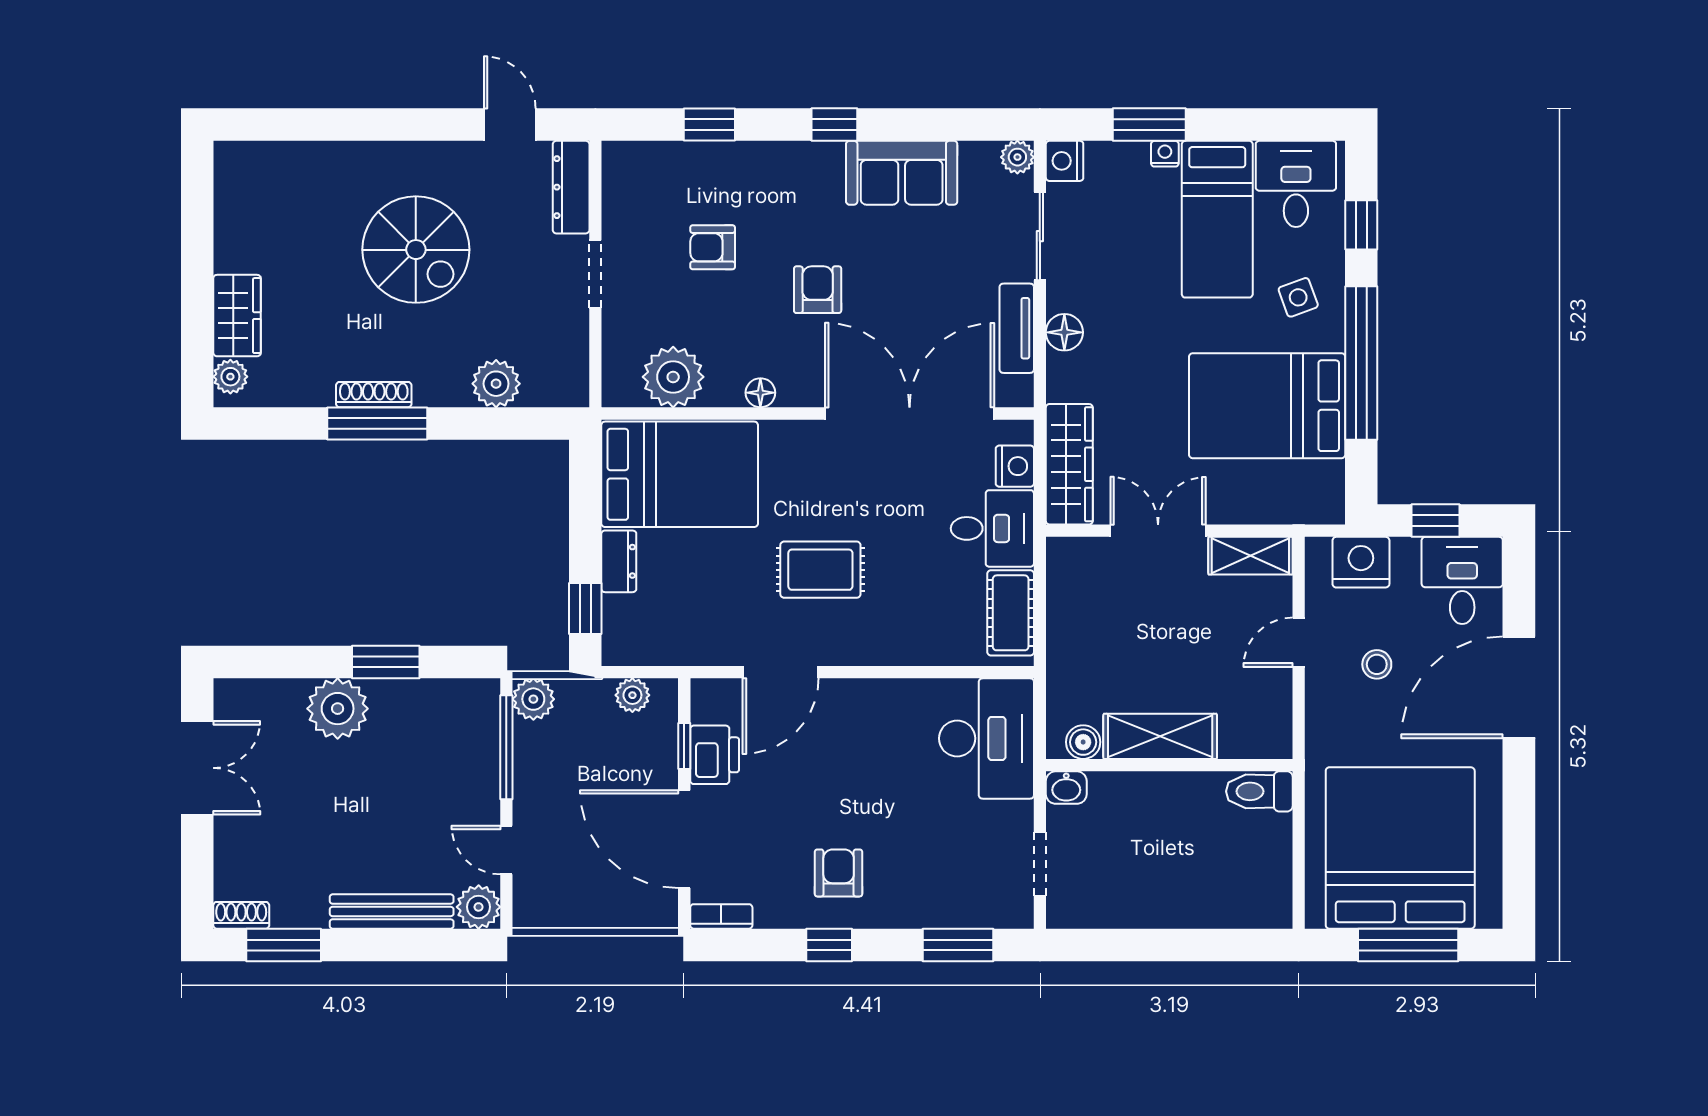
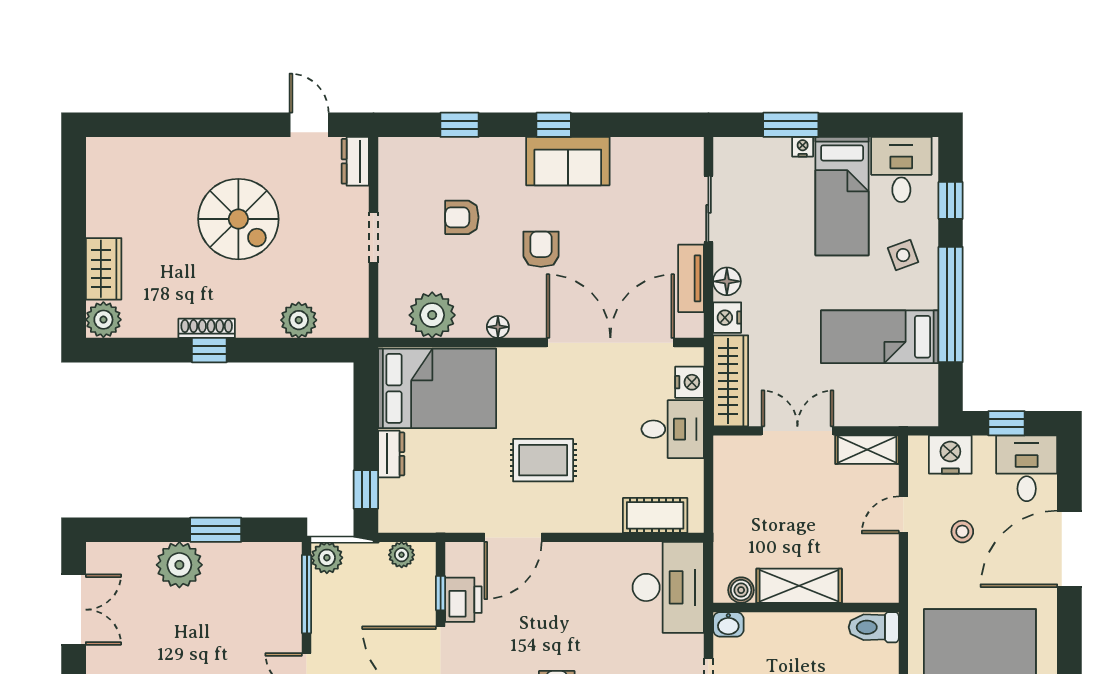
plant: (1017, 157) -> (692, 149), removed
nightstand: (1065, 161) -> (727, 318), moved
sofa: (902, 173) -> (568, 161), moved
dresser: (571, 187) -> (355, 161), width x0.70
plant: (230, 377) -> (103, 320), width x1.38, depth x1.38
bed: (1267, 406) -> (880, 337), width x0.67
window: (377, 424) -> (209, 350), width x0.46
cot: (1011, 613) -> (655, 515), moved, turned 90

